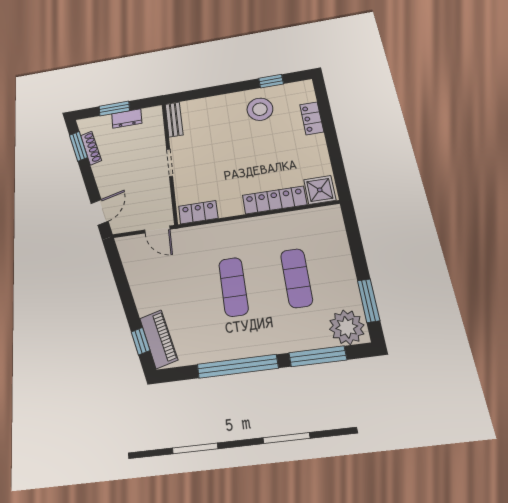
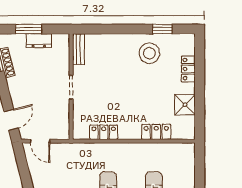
shower: (320, 190) -> (185, 105), moved
locker: (275, 200) -> (156, 132), width x0.66
locker: (198, 212) -> (104, 132), moved
door: (157, 230) -> (40, 141), moved

